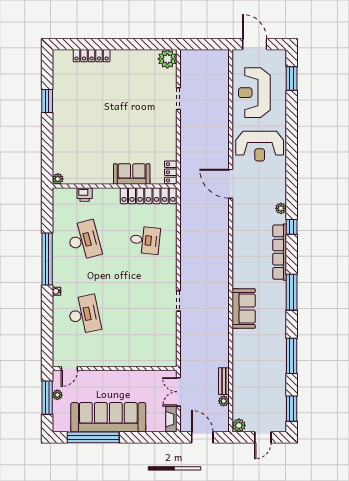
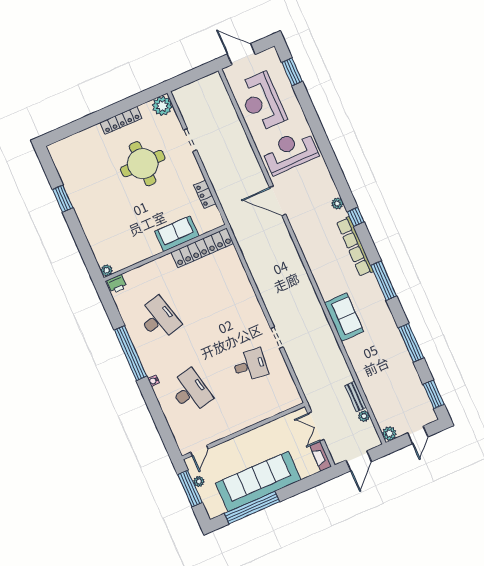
locker: (92, 56) -> (121, 120), moved
round table: (129, 101) -> (143, 164), added
reception desk: (260, 146) -> (290, 152), turned 180
locker: (171, 172) -> (205, 194), moved
printer: (85, 194) -> (117, 284), moved
desk: (145, 240) -> (250, 365), moved
door: (202, 437) -> (359, 461), swing flipped

